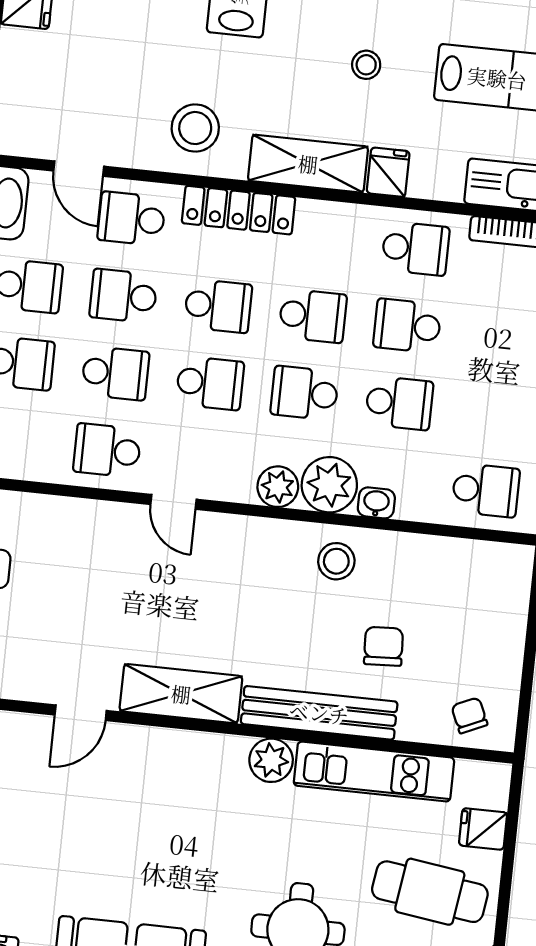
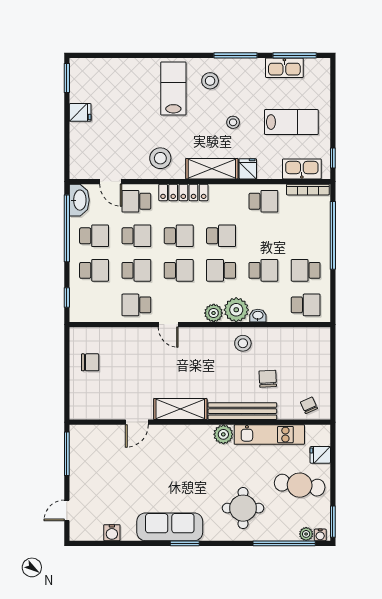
school desk: (123, 296) -> (136, 236), turned 180
school desk: (407, 326) -> (306, 270), moved

